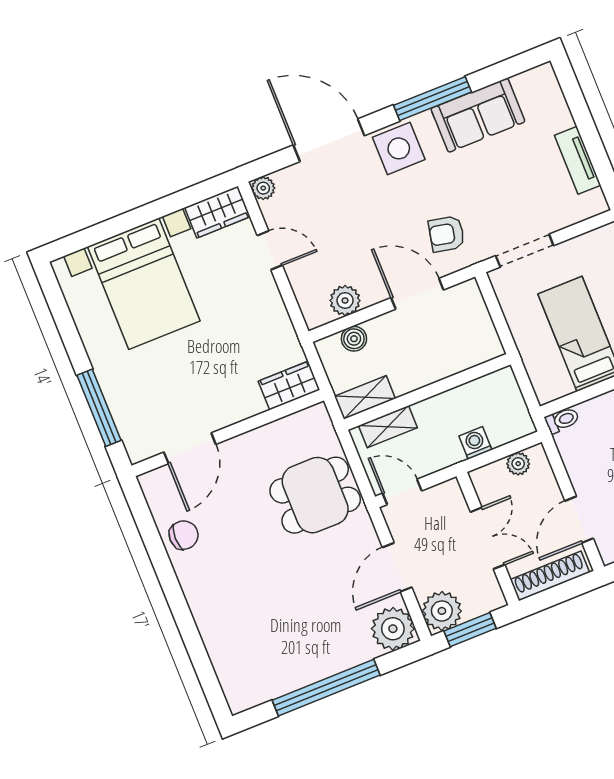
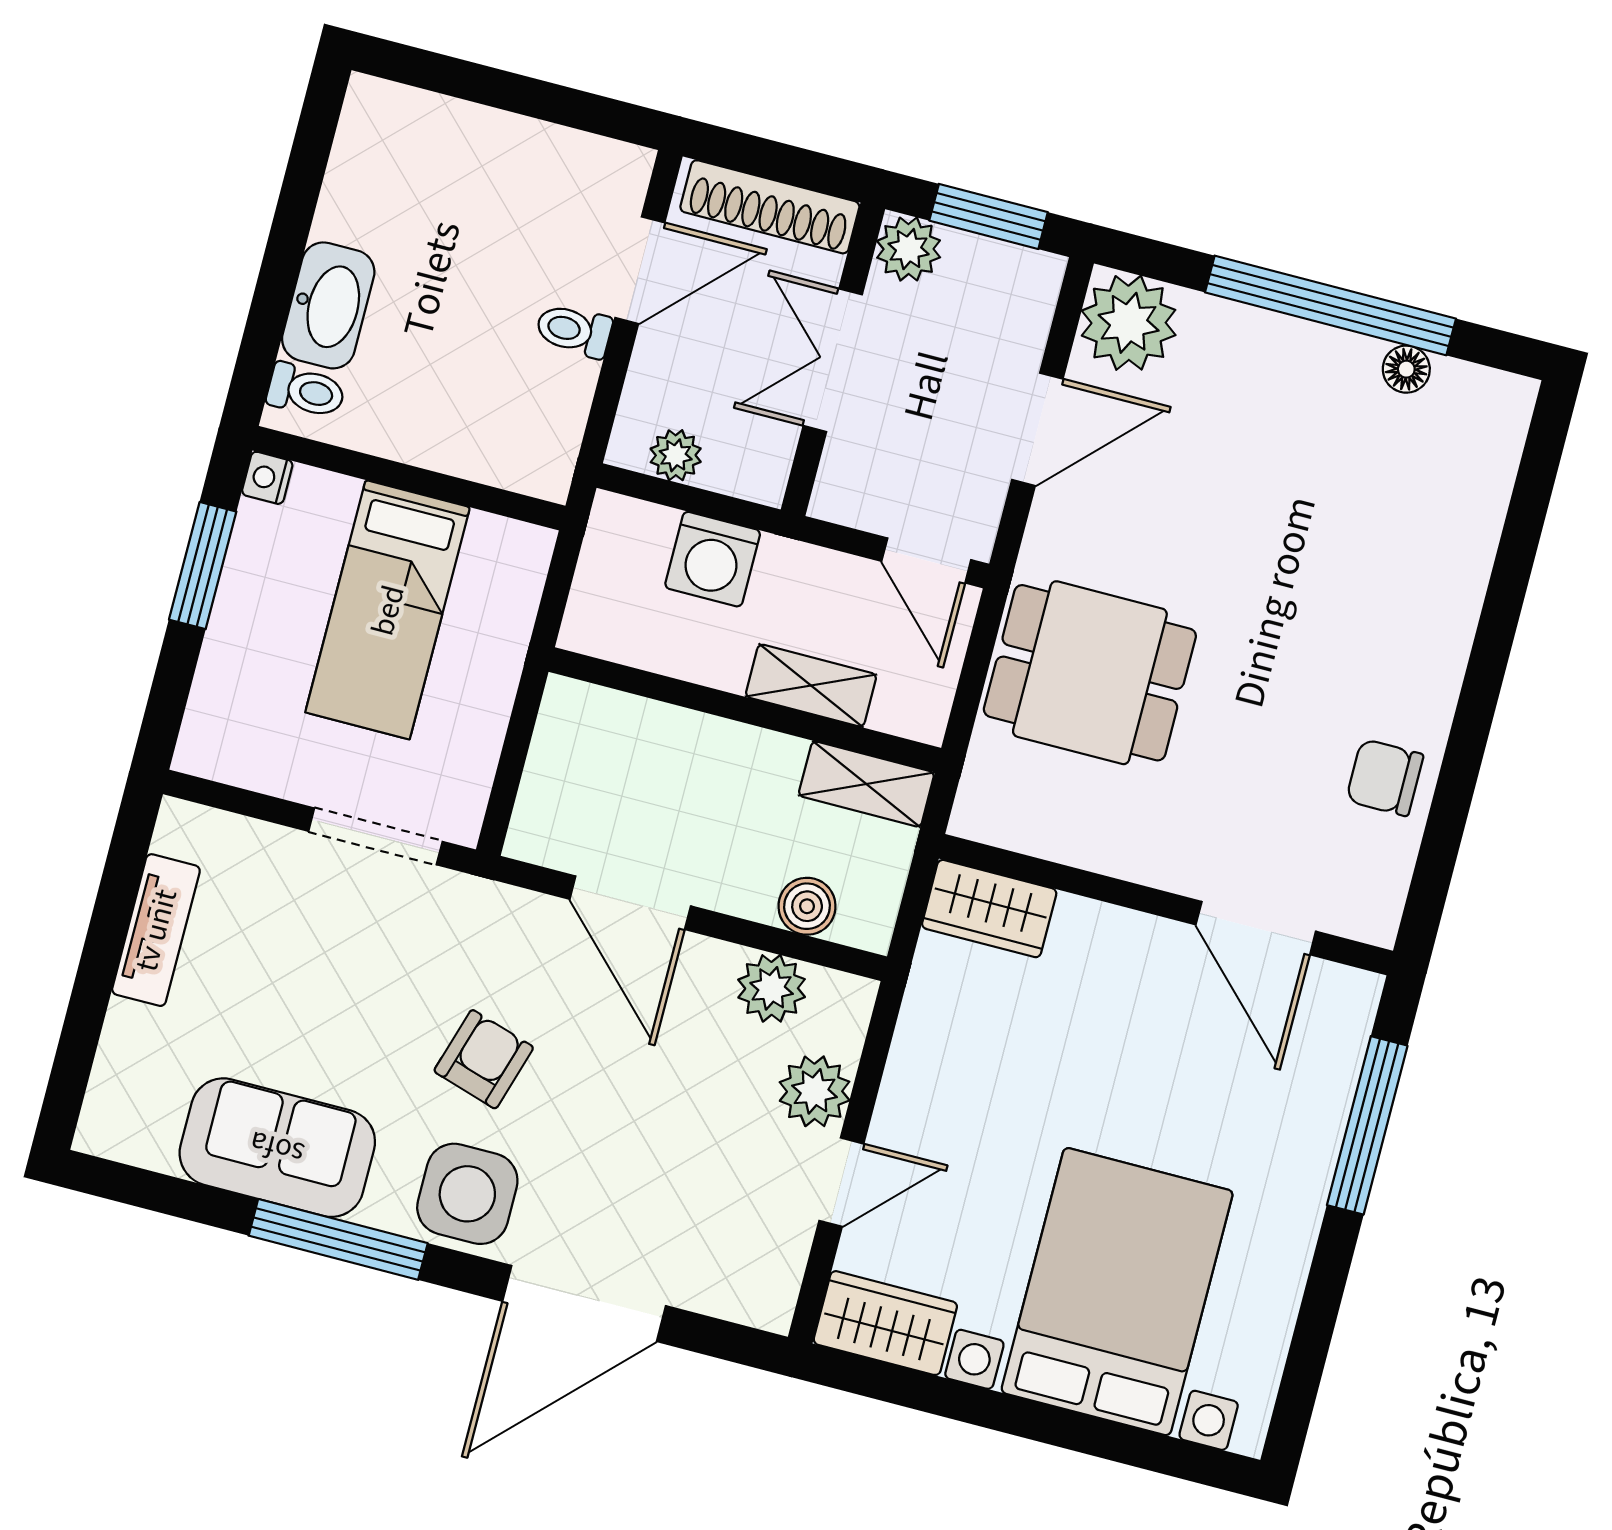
door: (329, 140) -> (584, 1303), hinge flipped
plant: (263, 188) -> (815, 1091), moved, width x1.38, depth x1.38
armchair: (447, 234) -> (484, 1059), moved, turned -85
door: (270, 250) -> (841, 1182), swing flipped
toilet: (562, 420) -> (574, 330), moved
shelving: (388, 427) -> (811, 686), moved
washing machine: (475, 443) -> (713, 559), width x1.38, depth x1.38
door: (190, 448) -> (1256, 928), swing flipped
plant: (442, 611) -> (909, 249), moved, width x0.73, depth x0.73
floor lamp: (283, 685) -> (1406, 369), added

